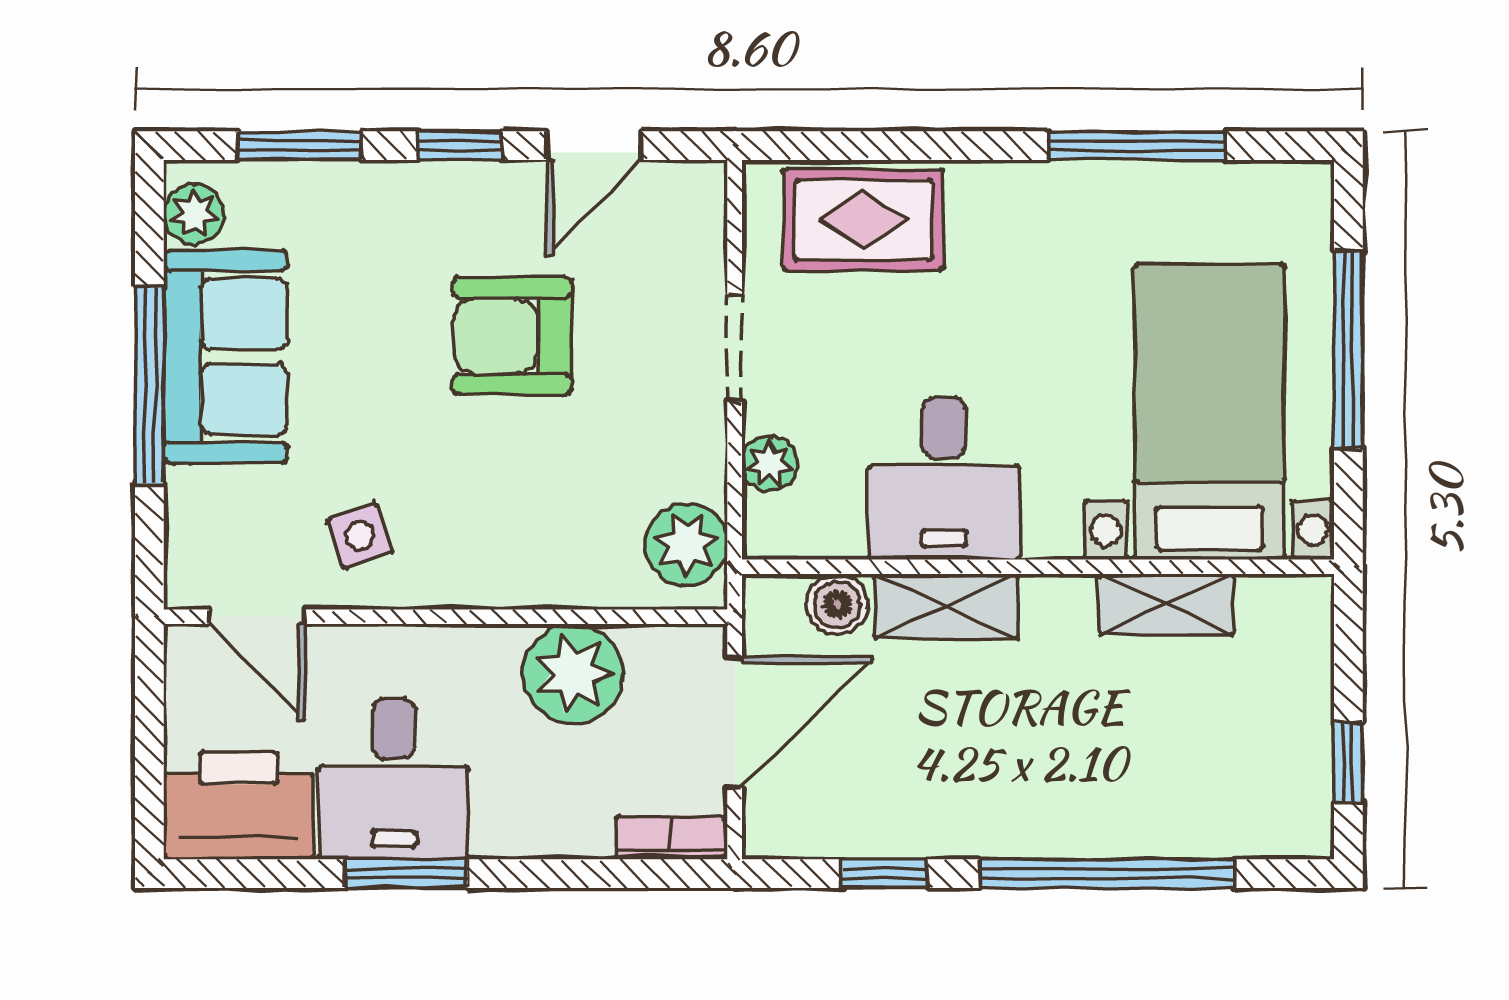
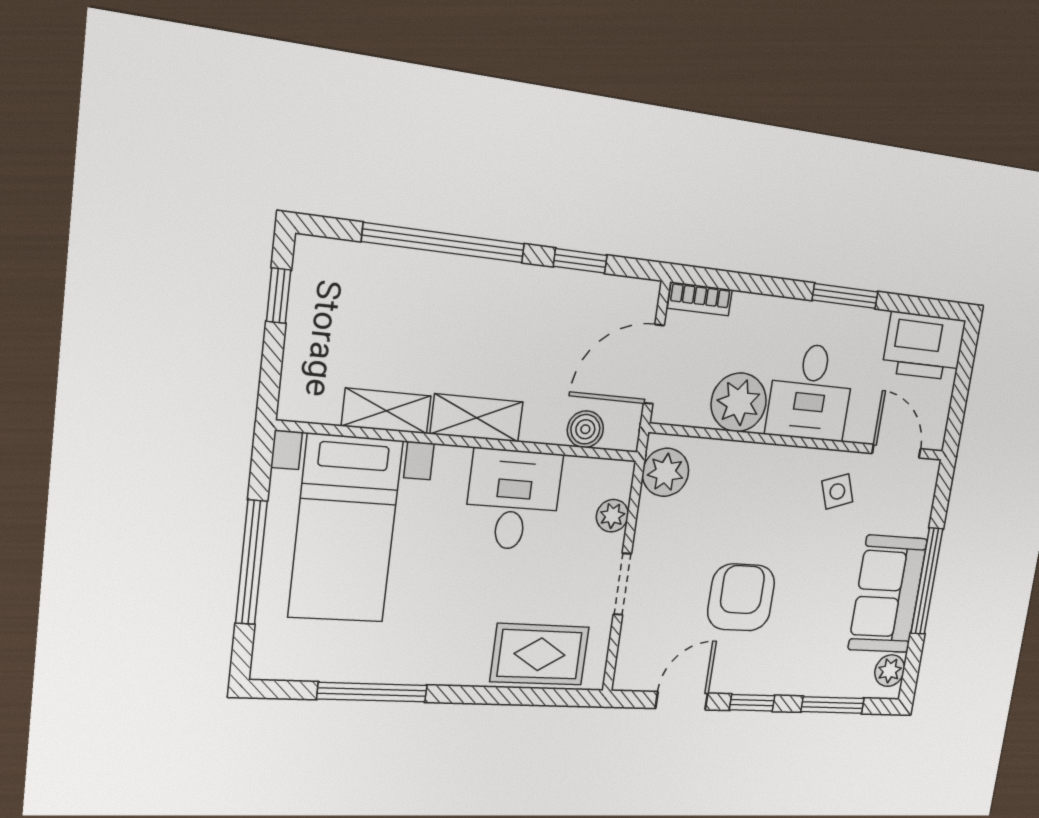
armchair: (512, 336) -> (741, 597), turned -90
shelving: (946, 606) -> (477, 418), moved
desk: (394, 779) -> (811, 392), moved, turned 180

